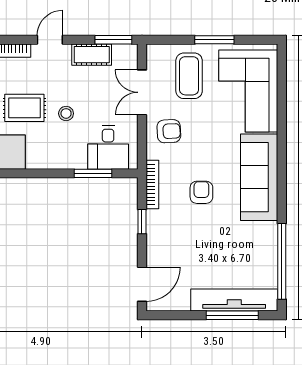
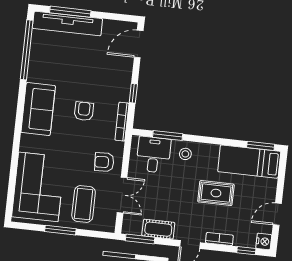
stool: (66, 113) -> (185, 154), moved
sofa: (259, 177) -> (38, 109), width x0.73
armchair: (201, 192) -> (84, 111), turned 180

